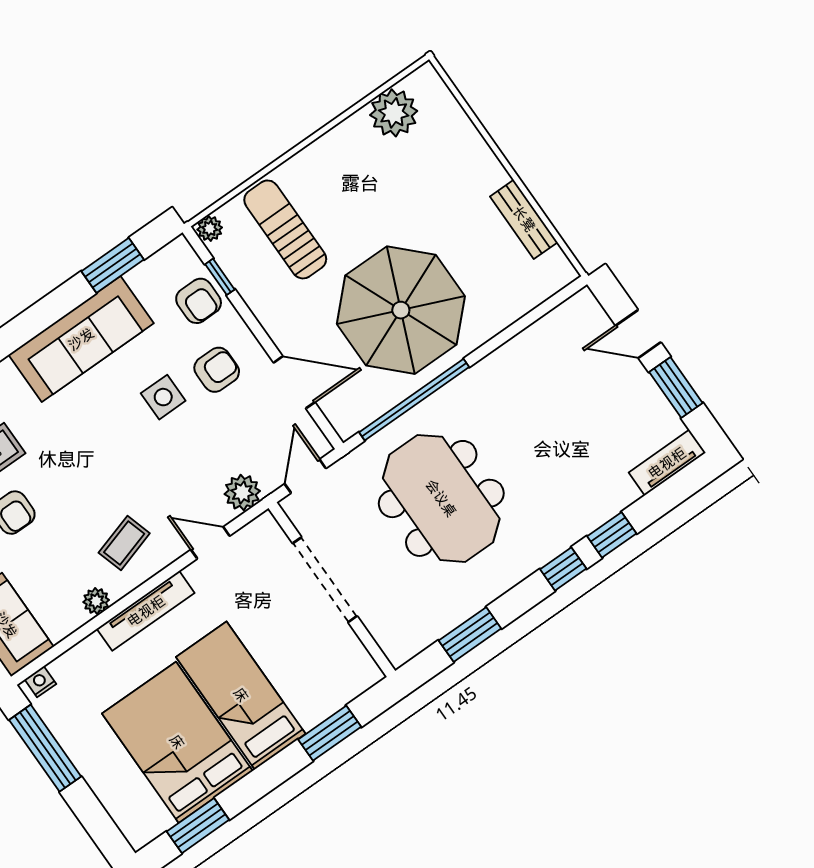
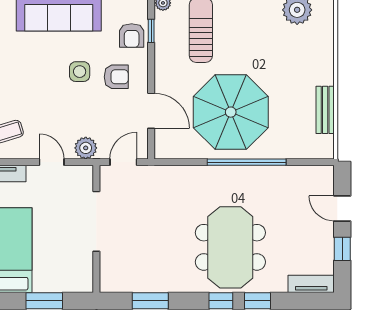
window: (676, 387) -> (342, 249), width x0.67
window: (414, 400) -> (247, 162), moved
meeting table: (441, 498) -> (230, 247), moved

